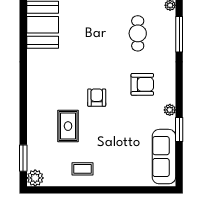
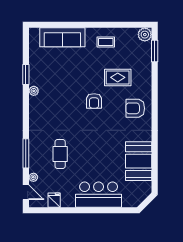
armchair: (142, 84) -> (135, 108), moved
rug: (68, 126) -> (118, 77), turned 90
sofa: (164, 157) -> (62, 37), moved, turned 90

